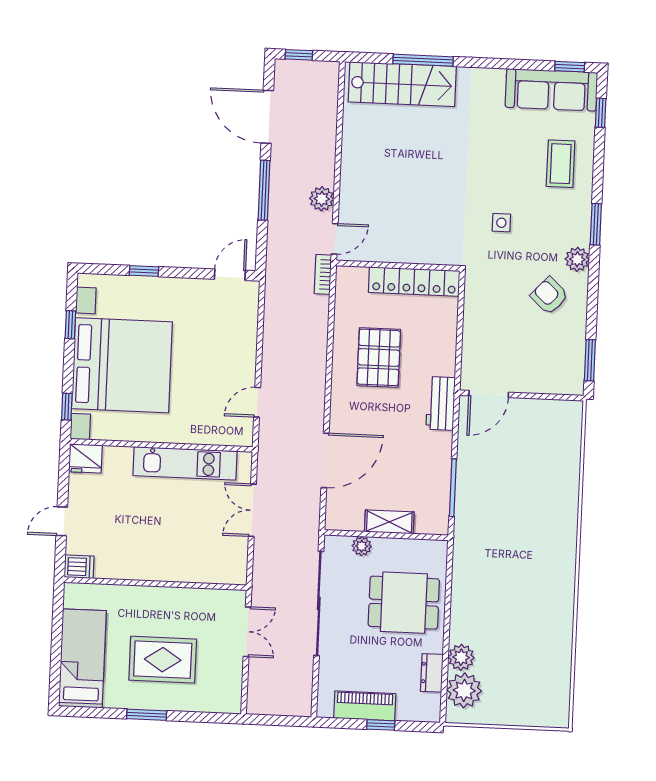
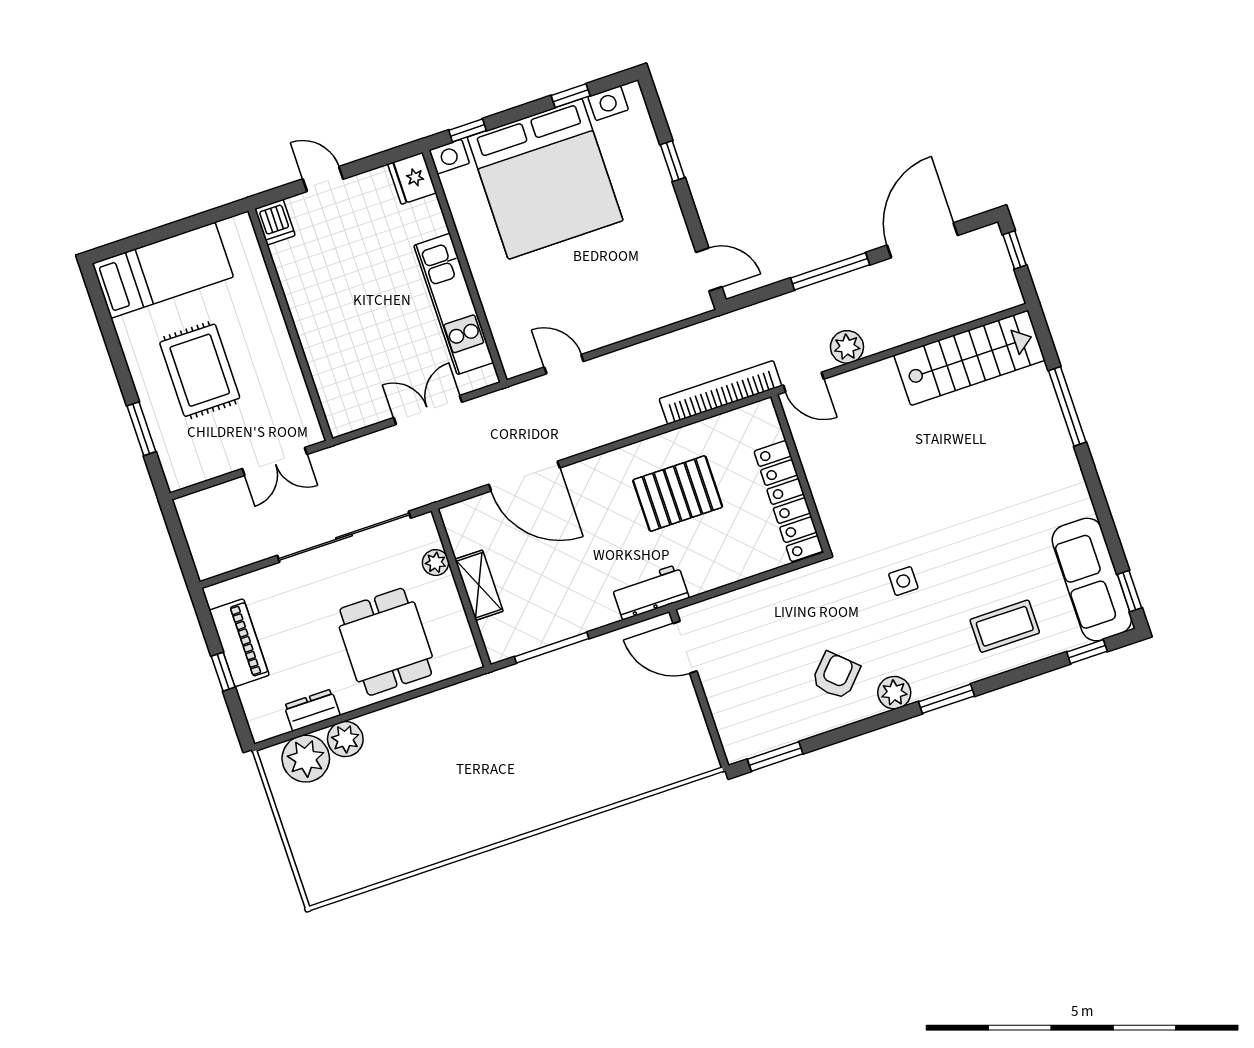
stairs: (402, 84) -> (970, 358), moved, turned -90
bookcase: (323, 274) -> (720, 392), width x2.31, depth x1.31
window: (147, 715) -> (141, 429), moved

